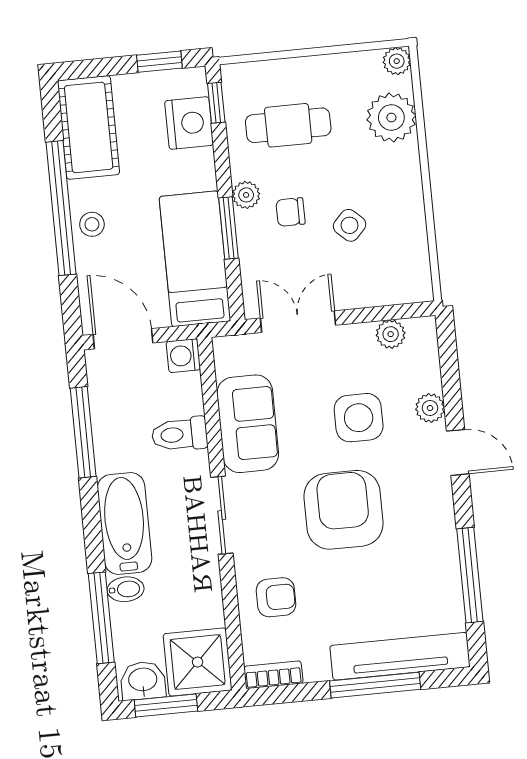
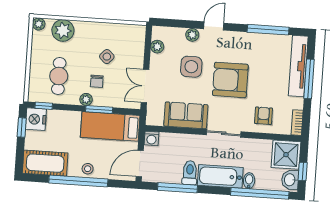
nightstand: (189, 123) -> (36, 119), moved, turned -90
toilet: (180, 434) -> (190, 173), moved, turned 180
window: (101, 618) -> (260, 193), width x1.46
window: (166, 706) -> (303, 172), width x0.67

